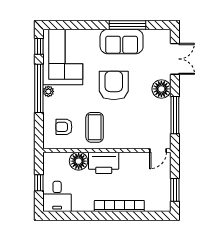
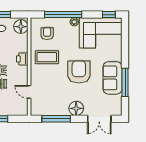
armchair: (114, 85) -> (79, 72), turned -90
window: (39, 88) -> (63, 15), moved
door: (158, 150) -> (29, 92), moved
floor lamp: (79, 161) -> (21, 27), moved
printer: (104, 163) -> (22, 59), width x0.53, depth x0.68

